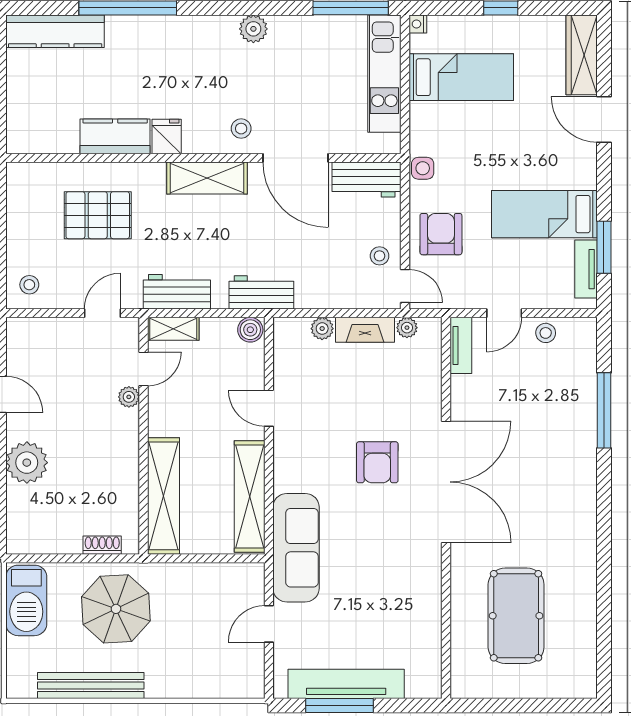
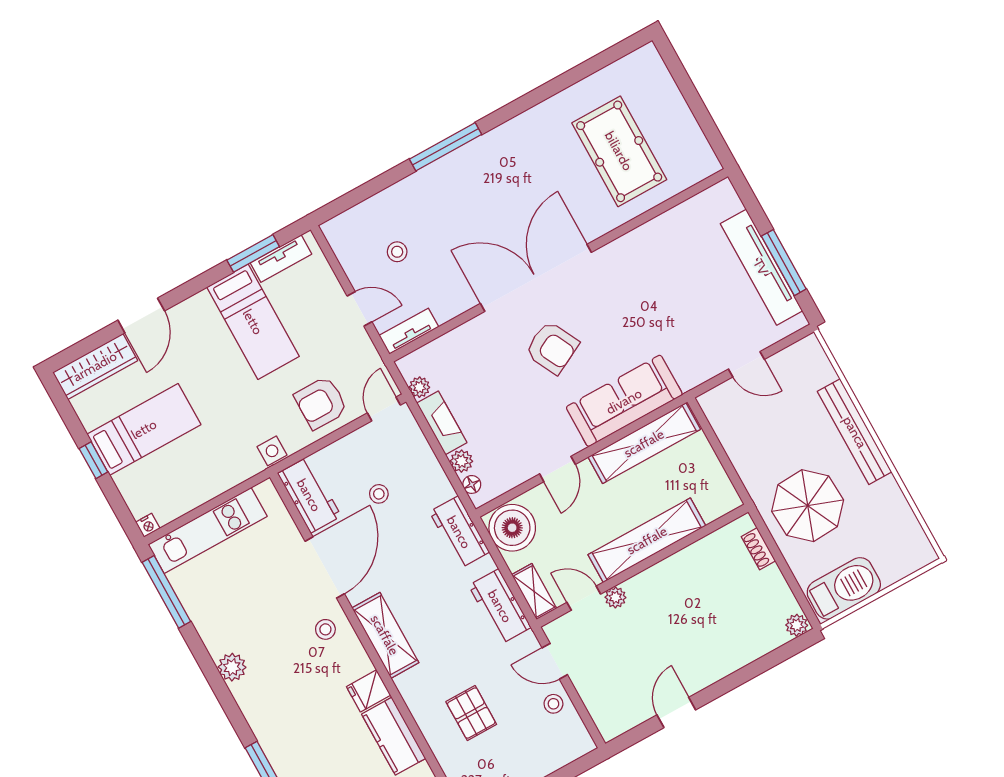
bed: (461, 77) -> (144, 429), moved, turned 90
pallet: (98, 215) -> (471, 713), width x0.67, depth x0.71
stool: (380, 256) -> (379, 494), moved
stool: (29, 285) -> (553, 704), moved
floor lamp: (297, 326) -> (472, 484), added
boiler: (250, 330) -> (512, 528), width x1.86, depth x1.86
stool: (546, 333) -> (397, 252), moved
window: (604, 410) -> (446, 147), moved
armchair: (377, 462) -> (552, 348), turned 63
plant: (27, 463) -> (797, 625), moved, width x0.53, depth x0.53
shelving: (164, 496) -> (647, 540), moved
sofa: (296, 548) -> (624, 401), moved
pool table: (516, 616) -> (619, 151), turned 90
bench: (91, 685) -> (855, 432), moved

